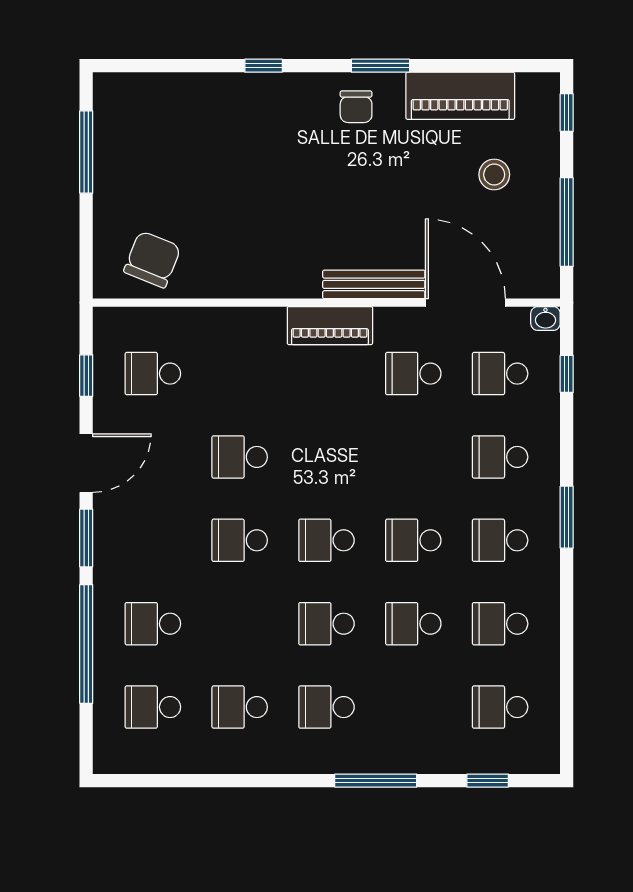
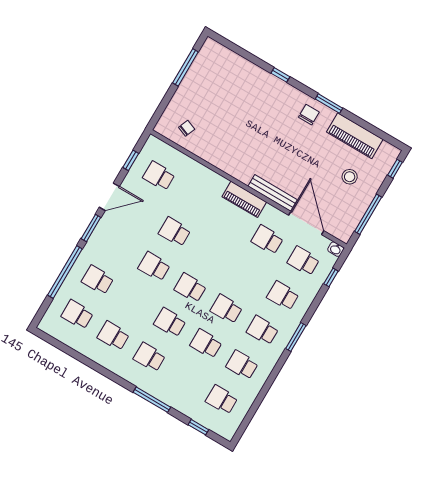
chair: (356, 107) -> (309, 115), turned 180
chair: (152, 259) -> (187, 128), width x0.54, depth x0.54

